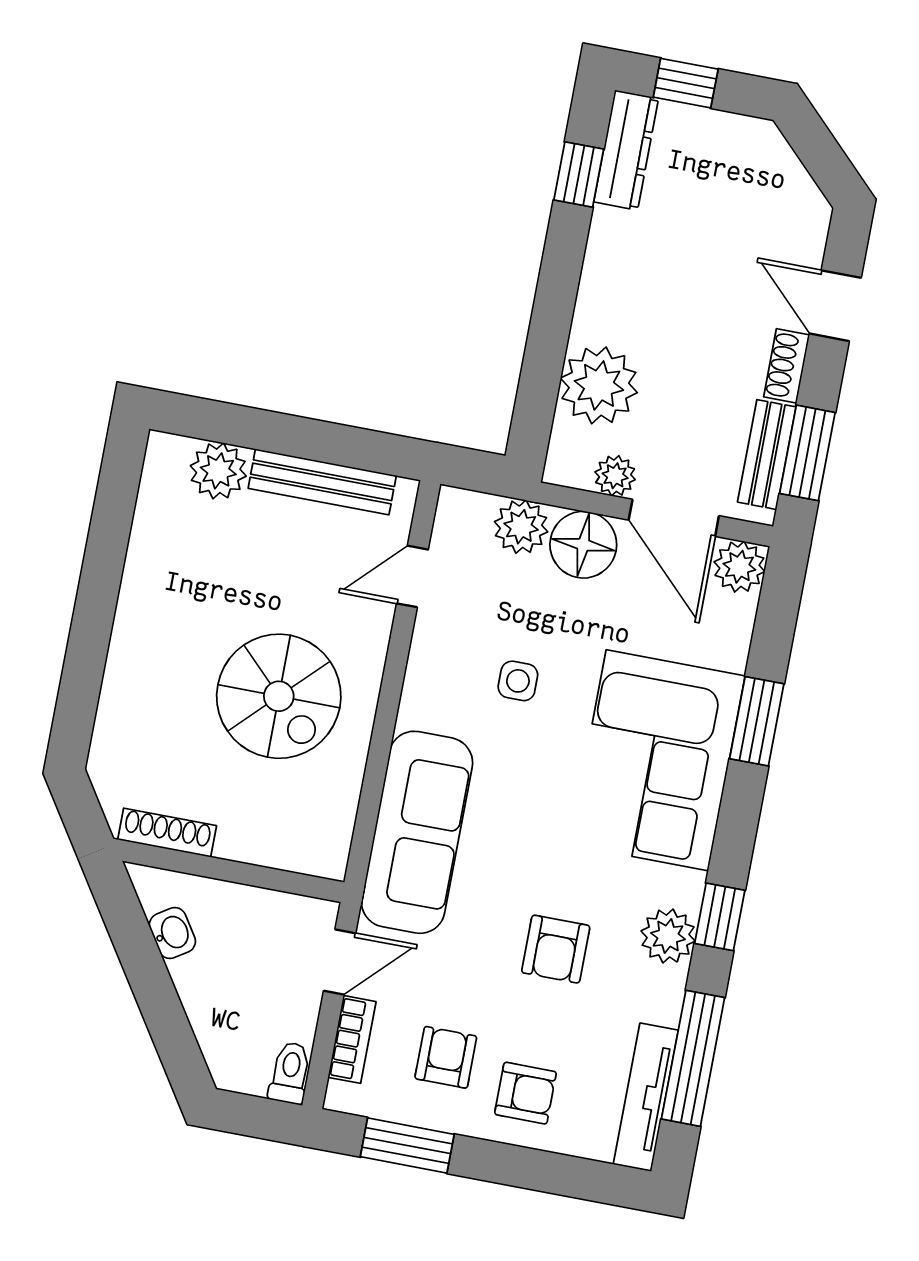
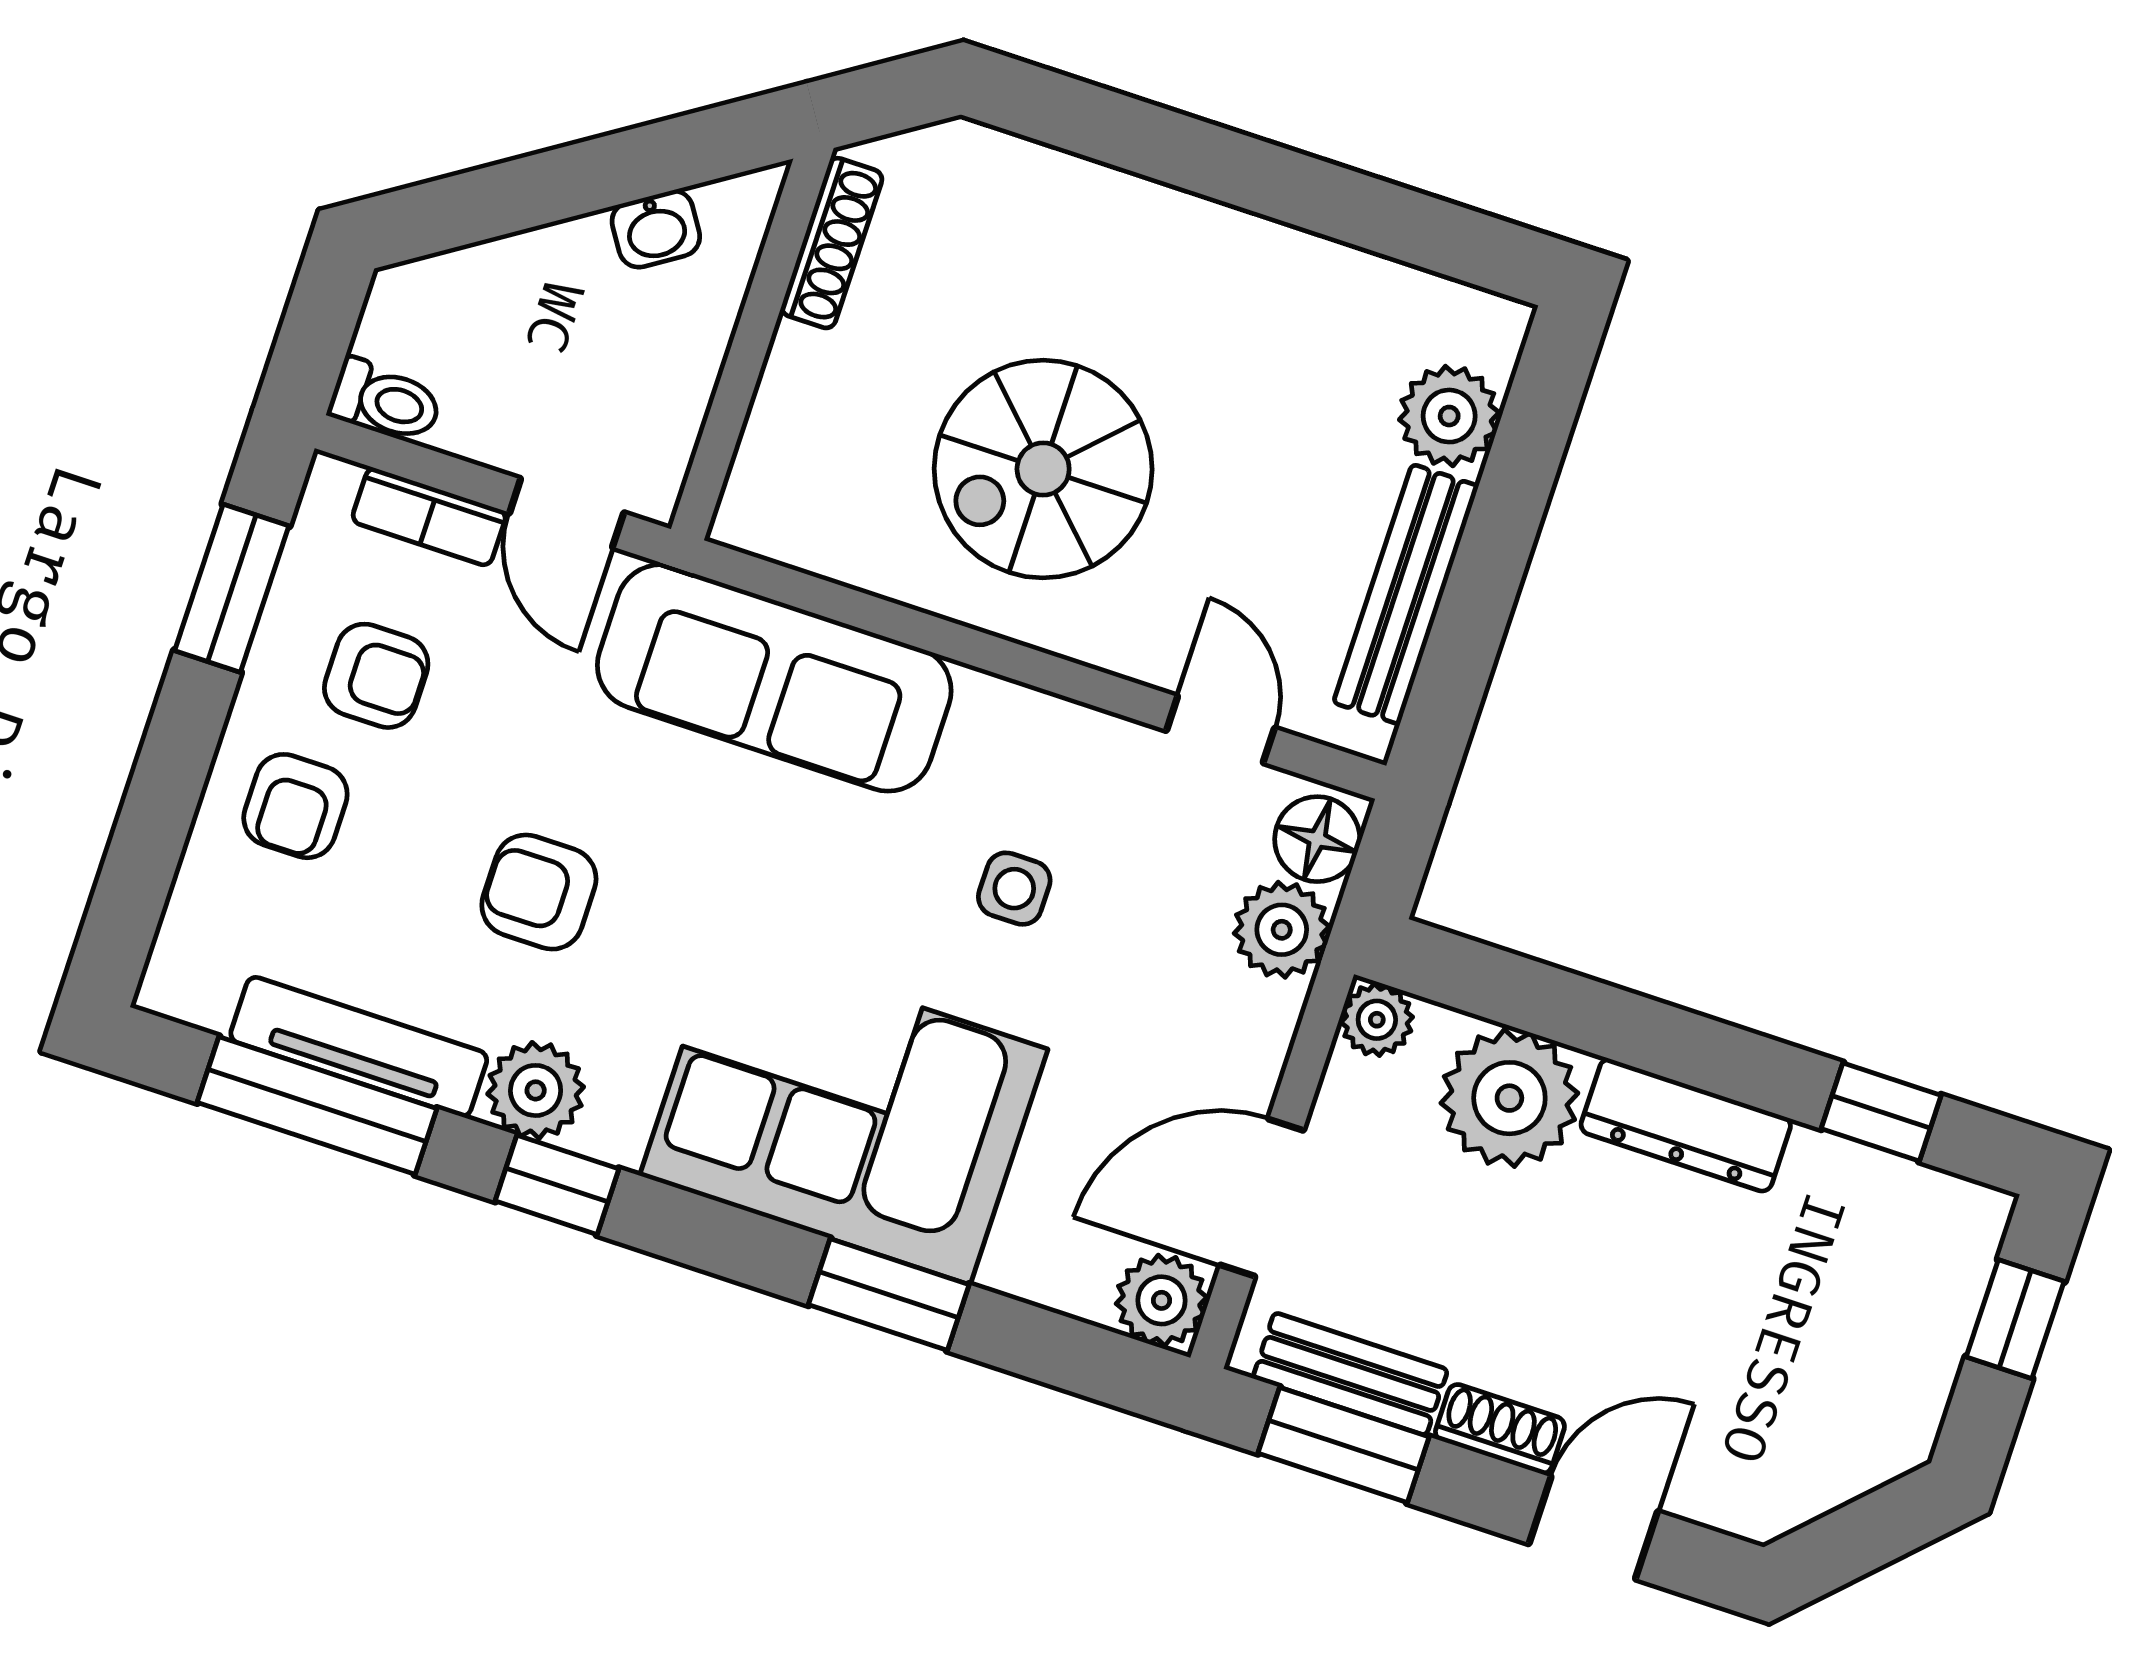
dresser: (626, 150) -> (1686, 1125), moved
plant: (615, 476) -> (1377, 1020), moved
floor lamp: (583, 545) -> (1317, 839), moved, width x0.73, depth x0.73
tv unit: (646, 1097) -> (359, 1047), moved

